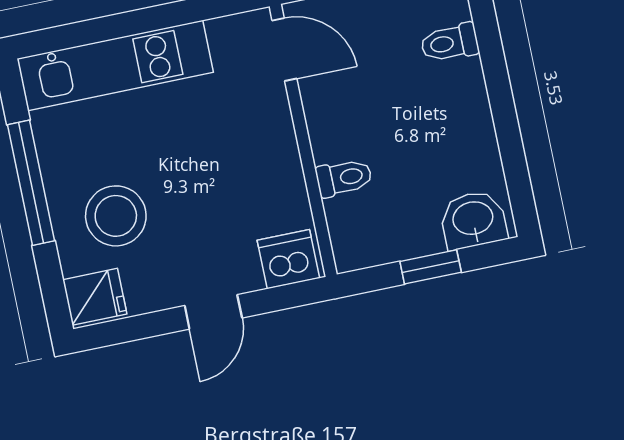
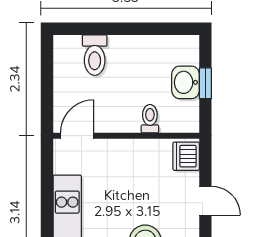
toilet: (450, 43) -> (95, 55), width x1.37, depth x1.39
washbasin: (473, 220) -> (186, 82), moved

